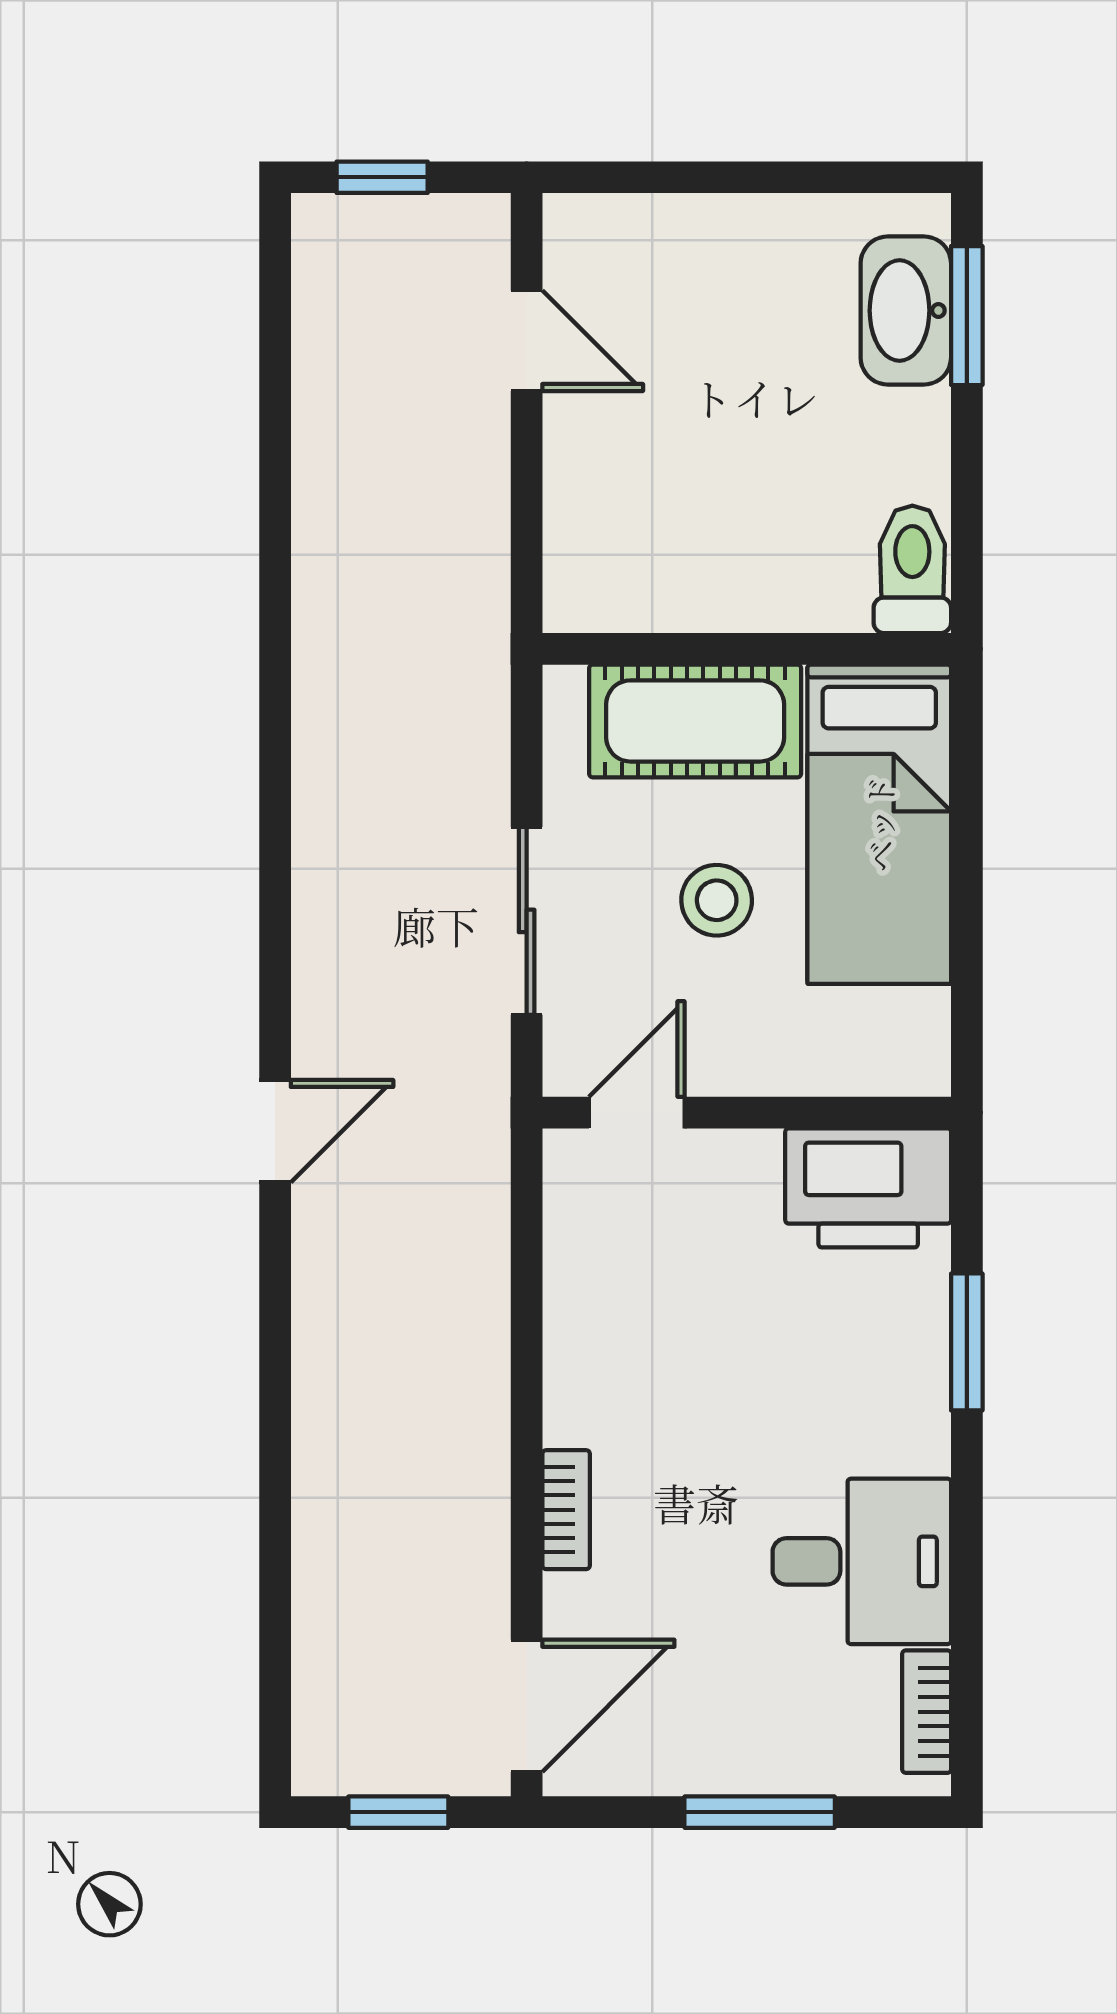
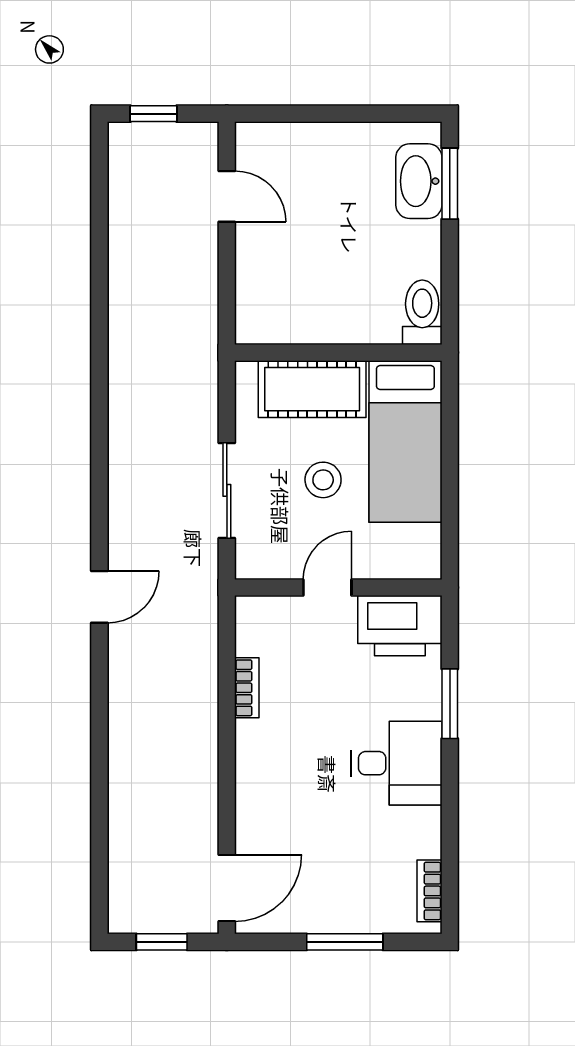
door: (637, 1113) -> (327, 587), moved
bookcase: (566, 1510) -> (247, 688), moved
desk: (862, 1561) -> (397, 763), moved

